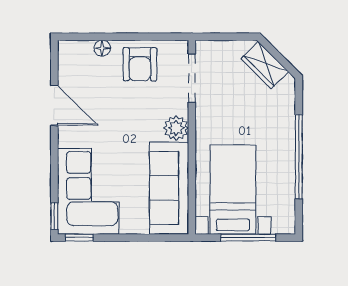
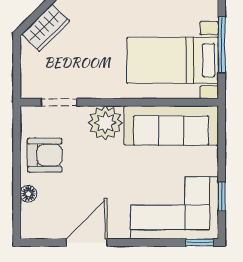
doorway: (192, 78) -> (59, 102), width x0.73
plant: (176, 128) -> (105, 123), width x1.36, depth x1.36
window: (79, 238) -> (222, 197), moved

